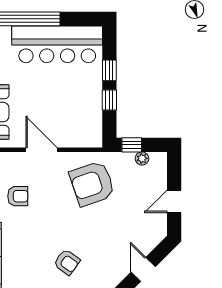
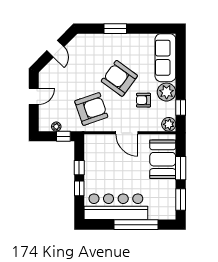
armchair: (67, 262) -> (119, 78), moved, width x1.88, depth x1.88

